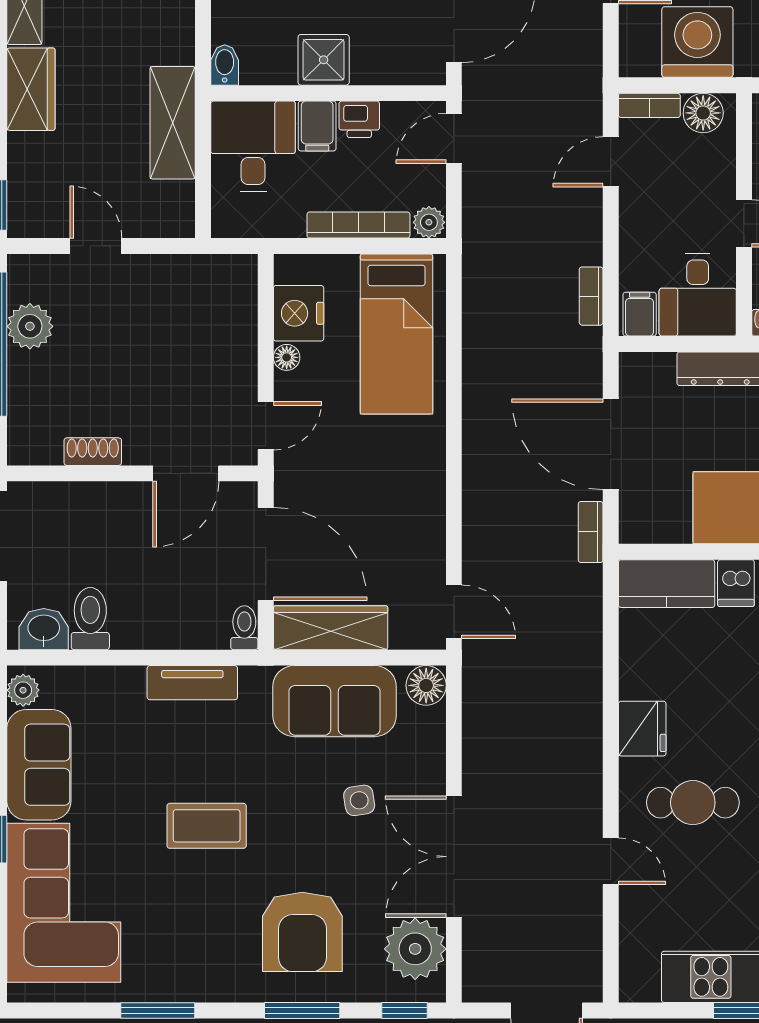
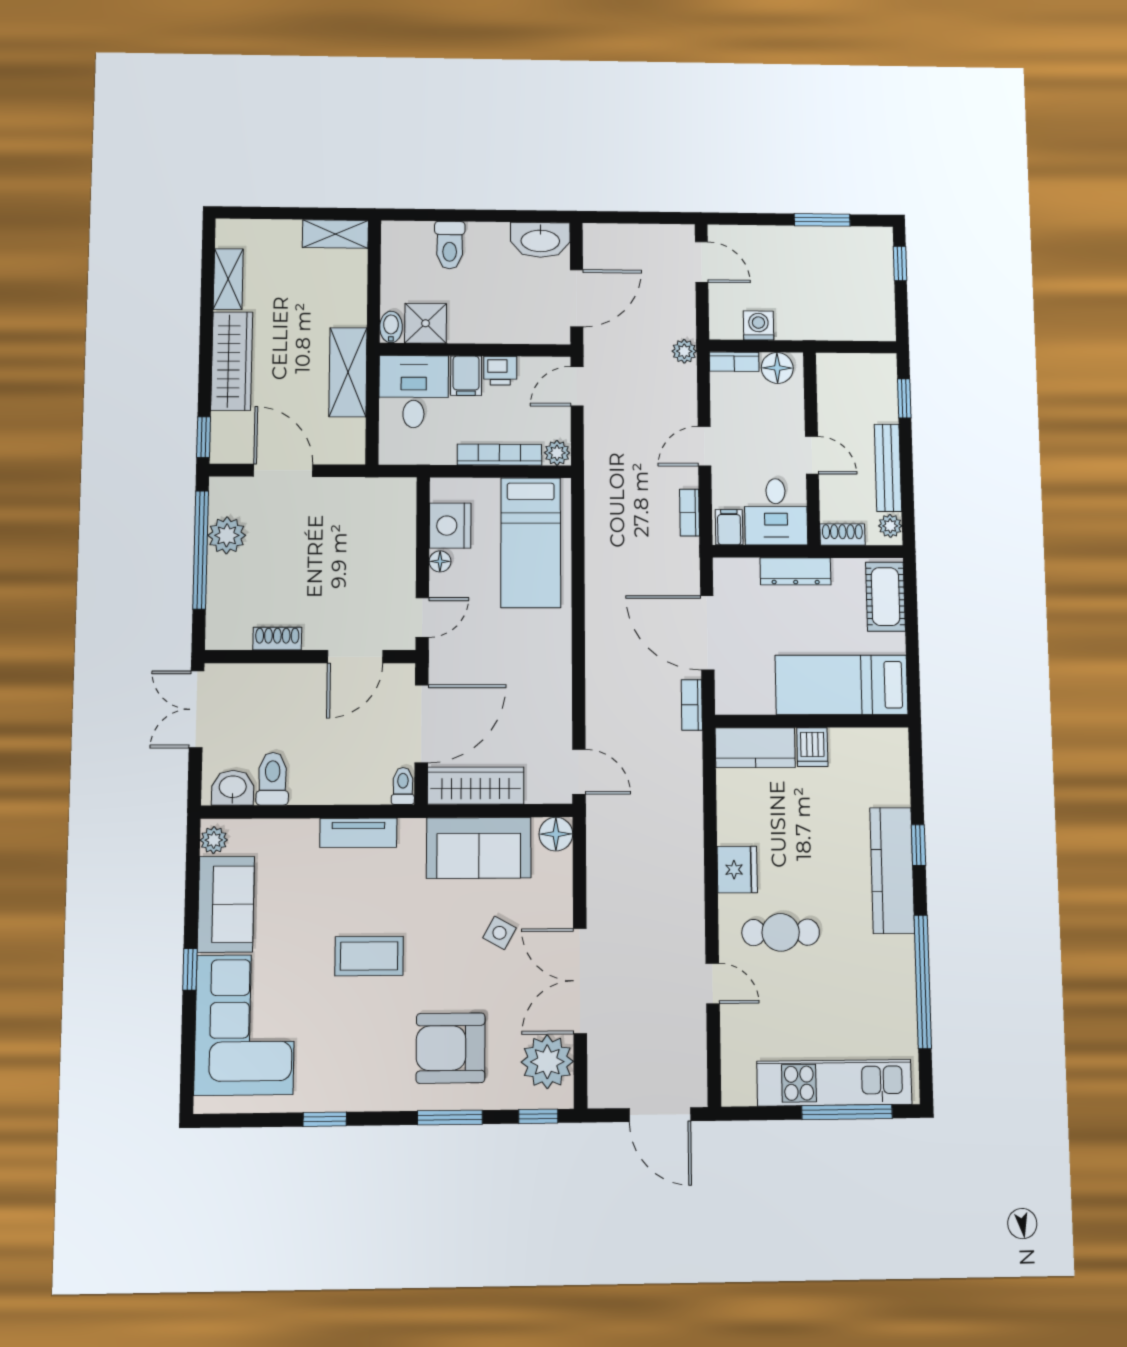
washing machine: (697, 42) -> (758, 325), width x0.53, depth x0.53
shower: (324, 60) -> (426, 323), moved
wardrobe: (31, 89) -> (232, 361), width x1.50
plant: (587, 93) -> (684, 351), added
door: (611, 162) -> (704, 446), moved
door: (96, 246) -> (283, 470), width x1.38
door: (266, 554) -> (421, 724), hinge flipped
side table: (359, 800) -> (499, 933), turned 38
armchair: (302, 932) -> (451, 1048), turned 90
window: (158, 1010) -> (325, 1119), width x0.67

